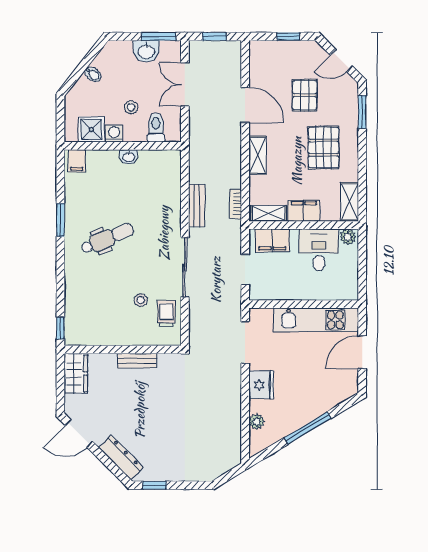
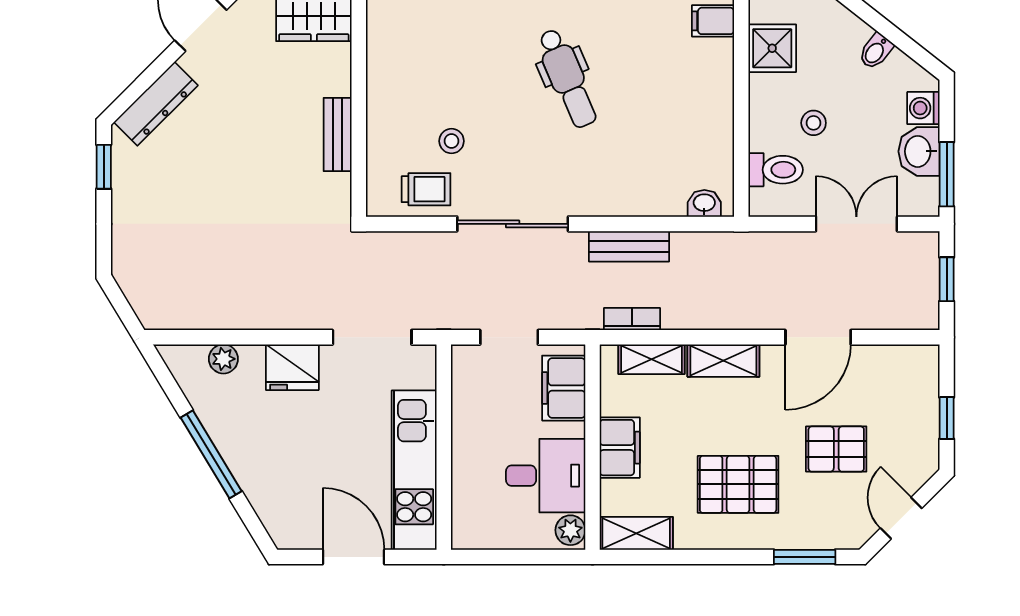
washing machine: (114, 133) -> (923, 108), moved, turned 180
washbasin: (129, 157) -> (704, 203), moved, turned 90
shelving: (269, 213) -> (651, 359), moved, turned 90

